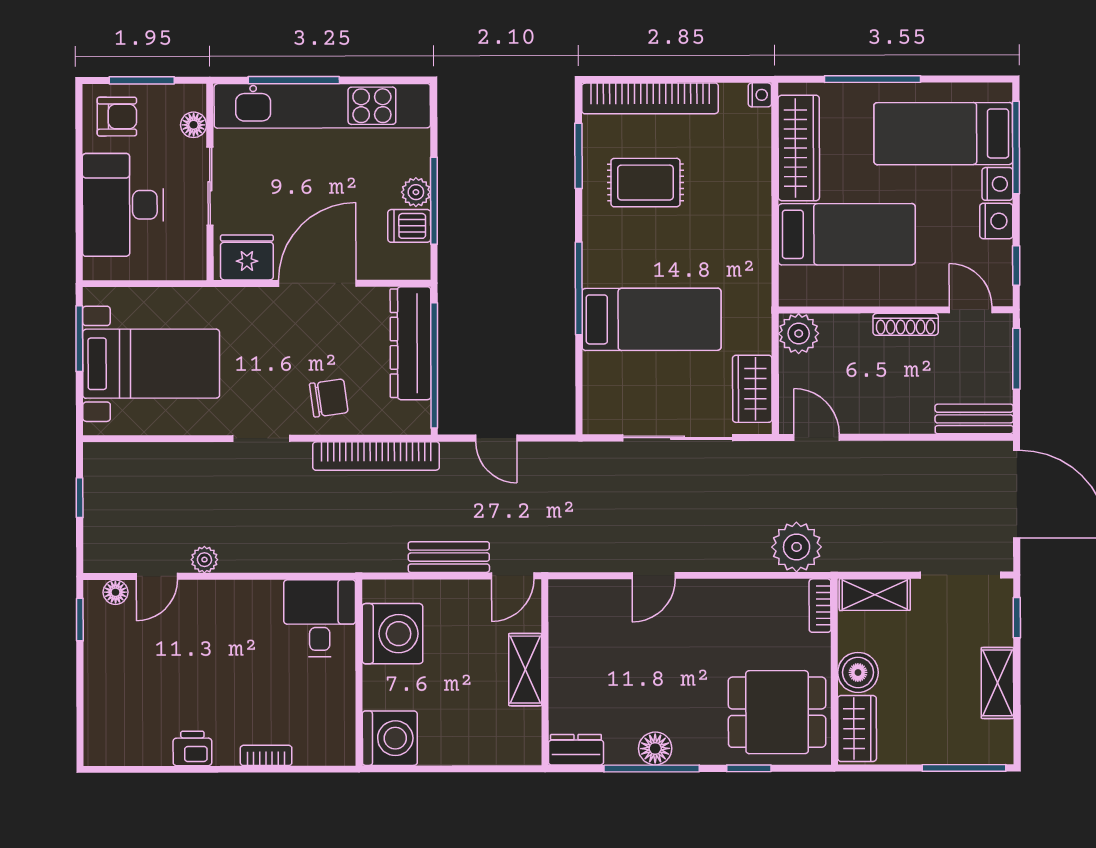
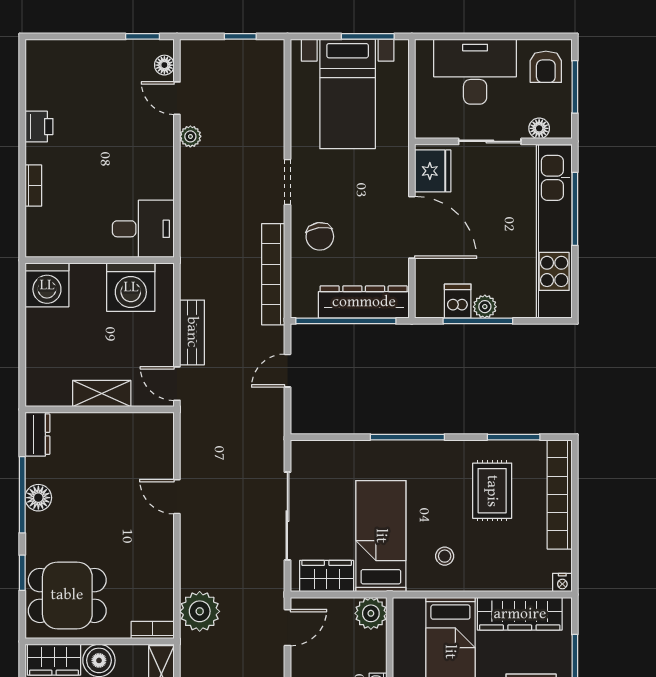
stool: (727, 242) -> (445, 556), added
bed: (652, 319) -> (381, 536), moved, turned 180
dining table: (777, 712) -> (67, 595), turned 90

